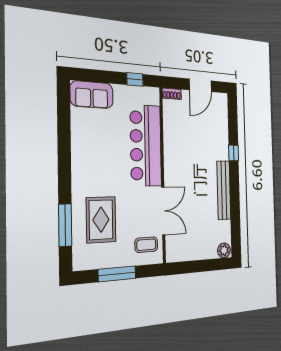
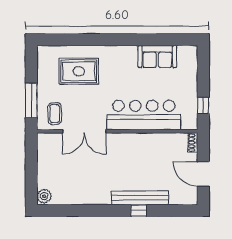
sofa: (92, 95) -> (157, 56), moved, turned -90
bench: (224, 190) -> (140, 198), moved
window: (65, 225) -> (75, 40), removed
window: (117, 274) -> (31, 100), moved

